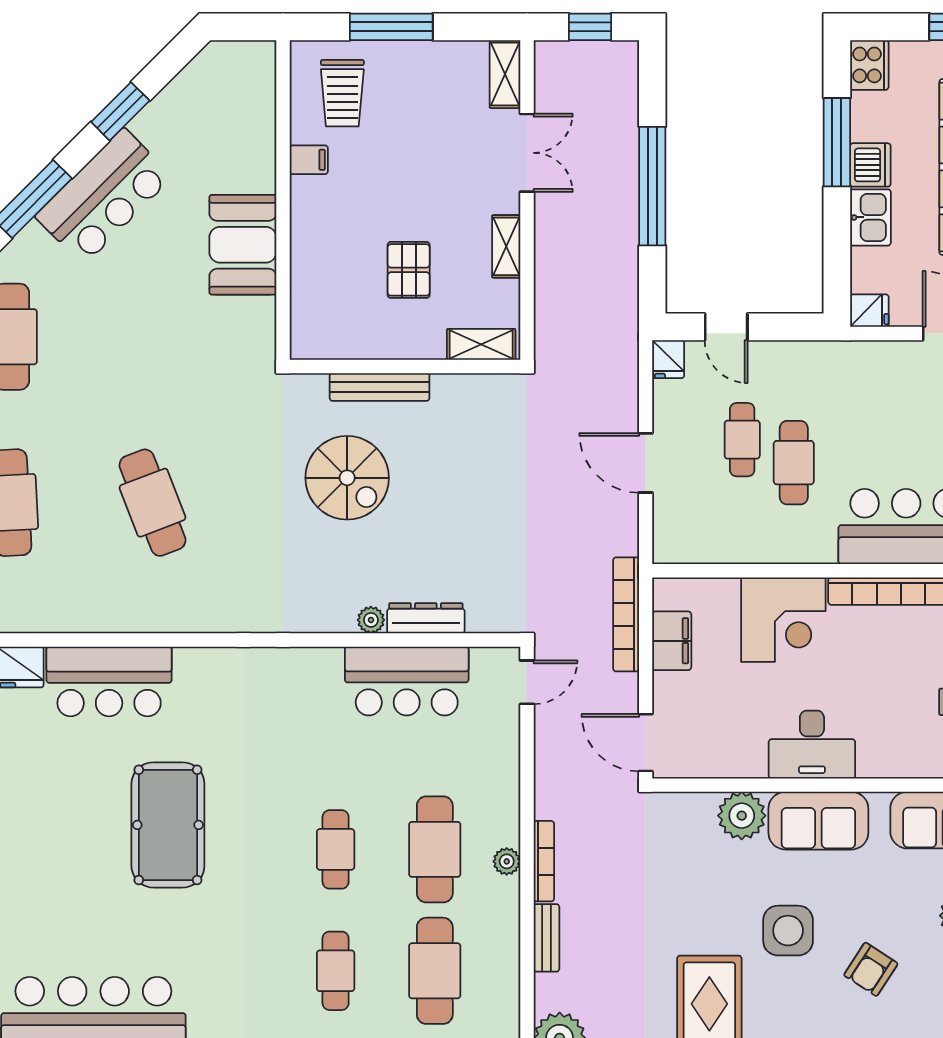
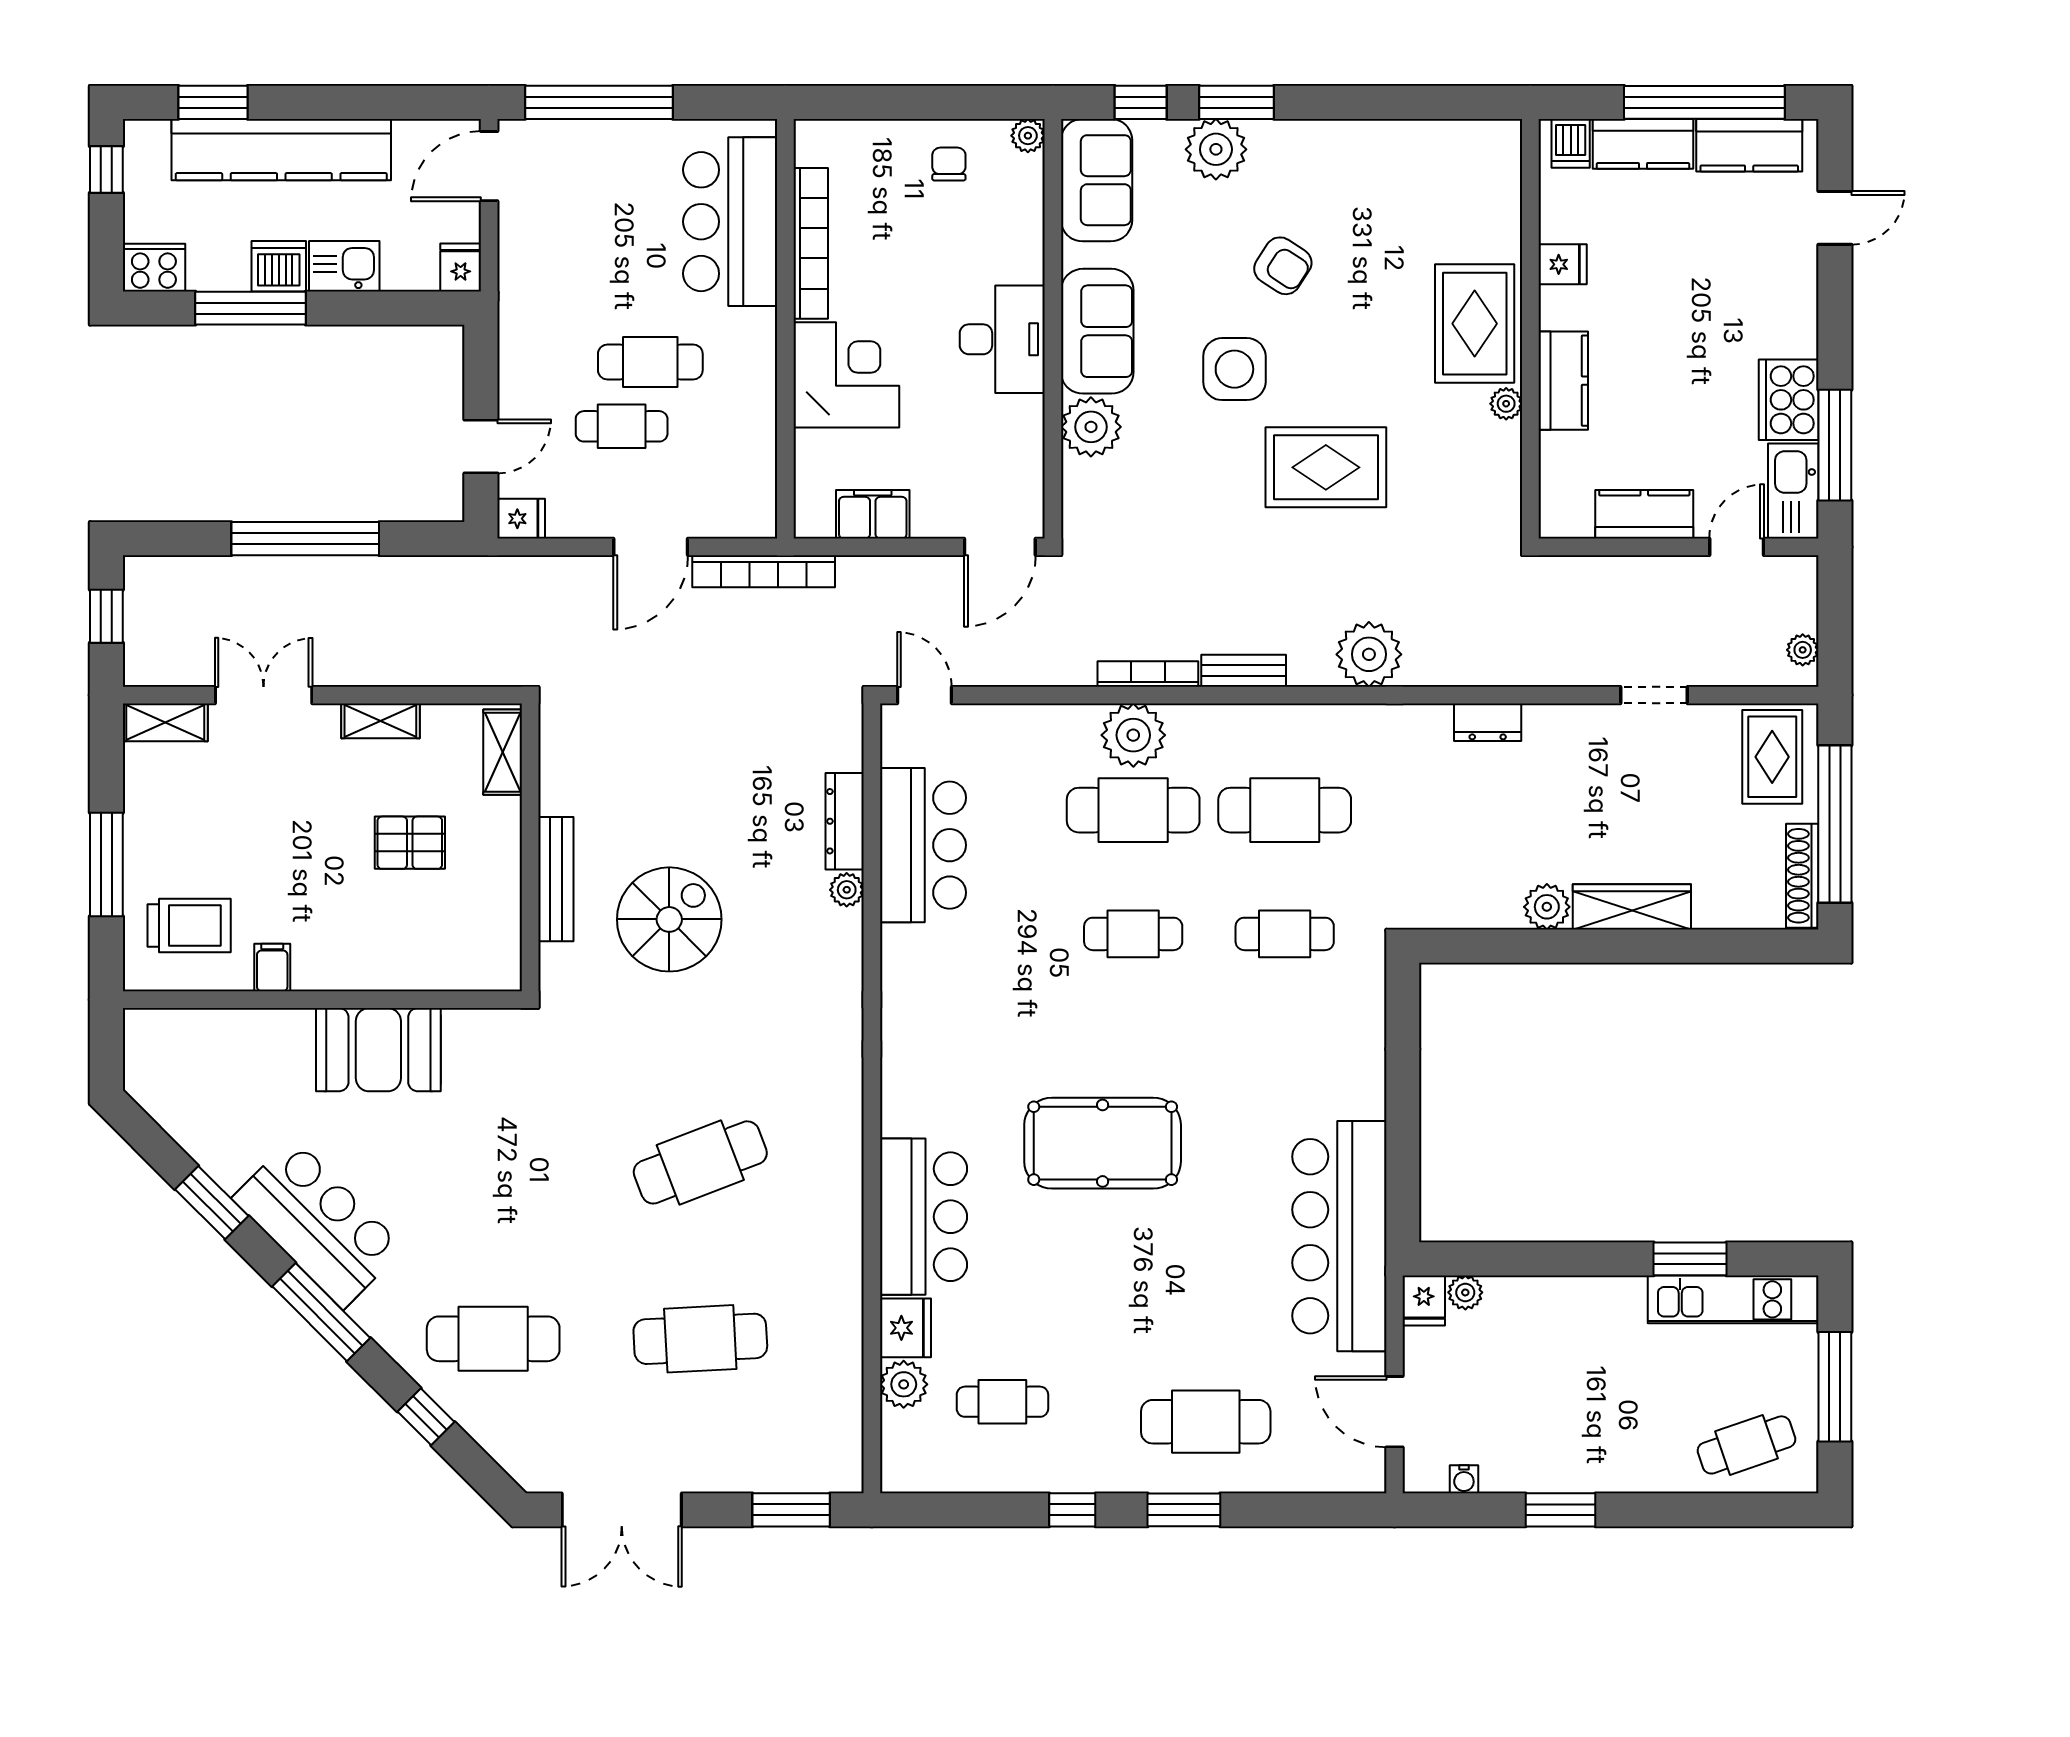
bookcase: (626, 614) -> (764, 571), moved
plant: (507, 861) -> (1133, 735), width x1.88, depth x1.88

